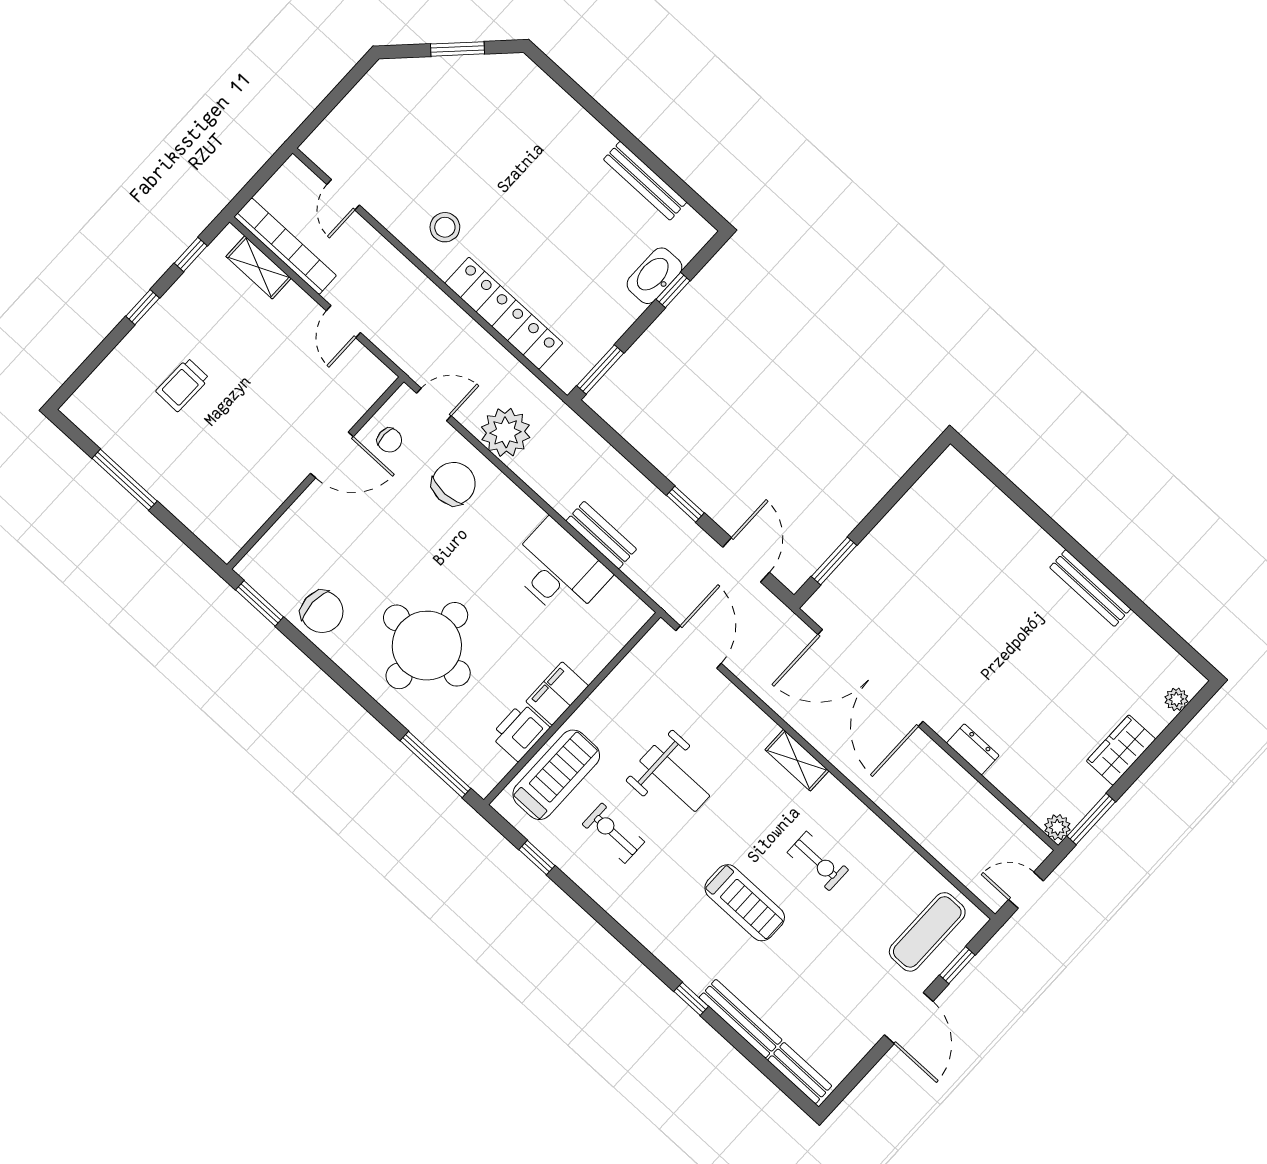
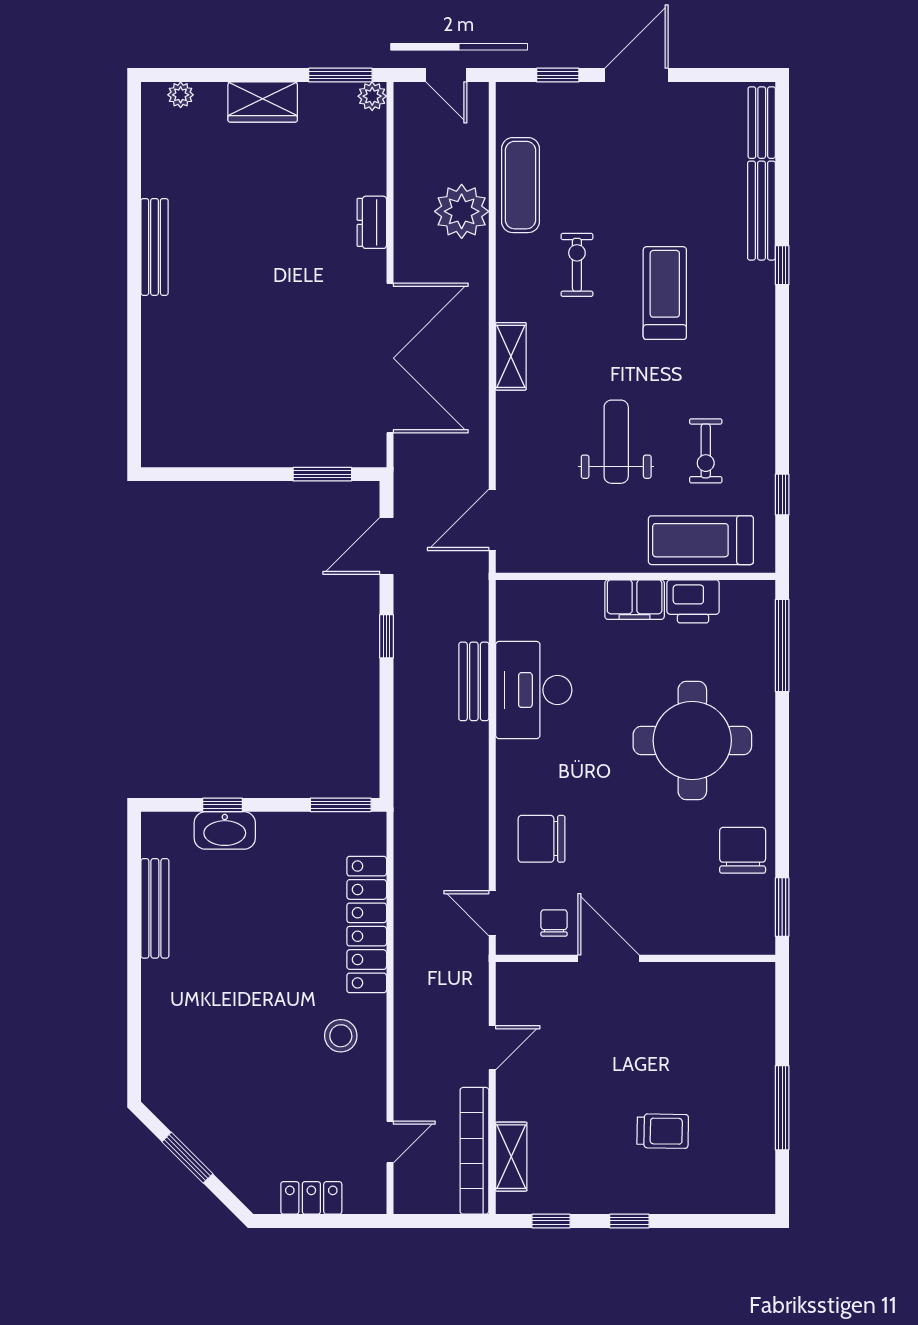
locker: (354, 107) -> (311, 1198), added
plant: (506, 432) -> (462, 211), moved
exercise mat: (927, 932) -> (520, 185), moved, turned 90

